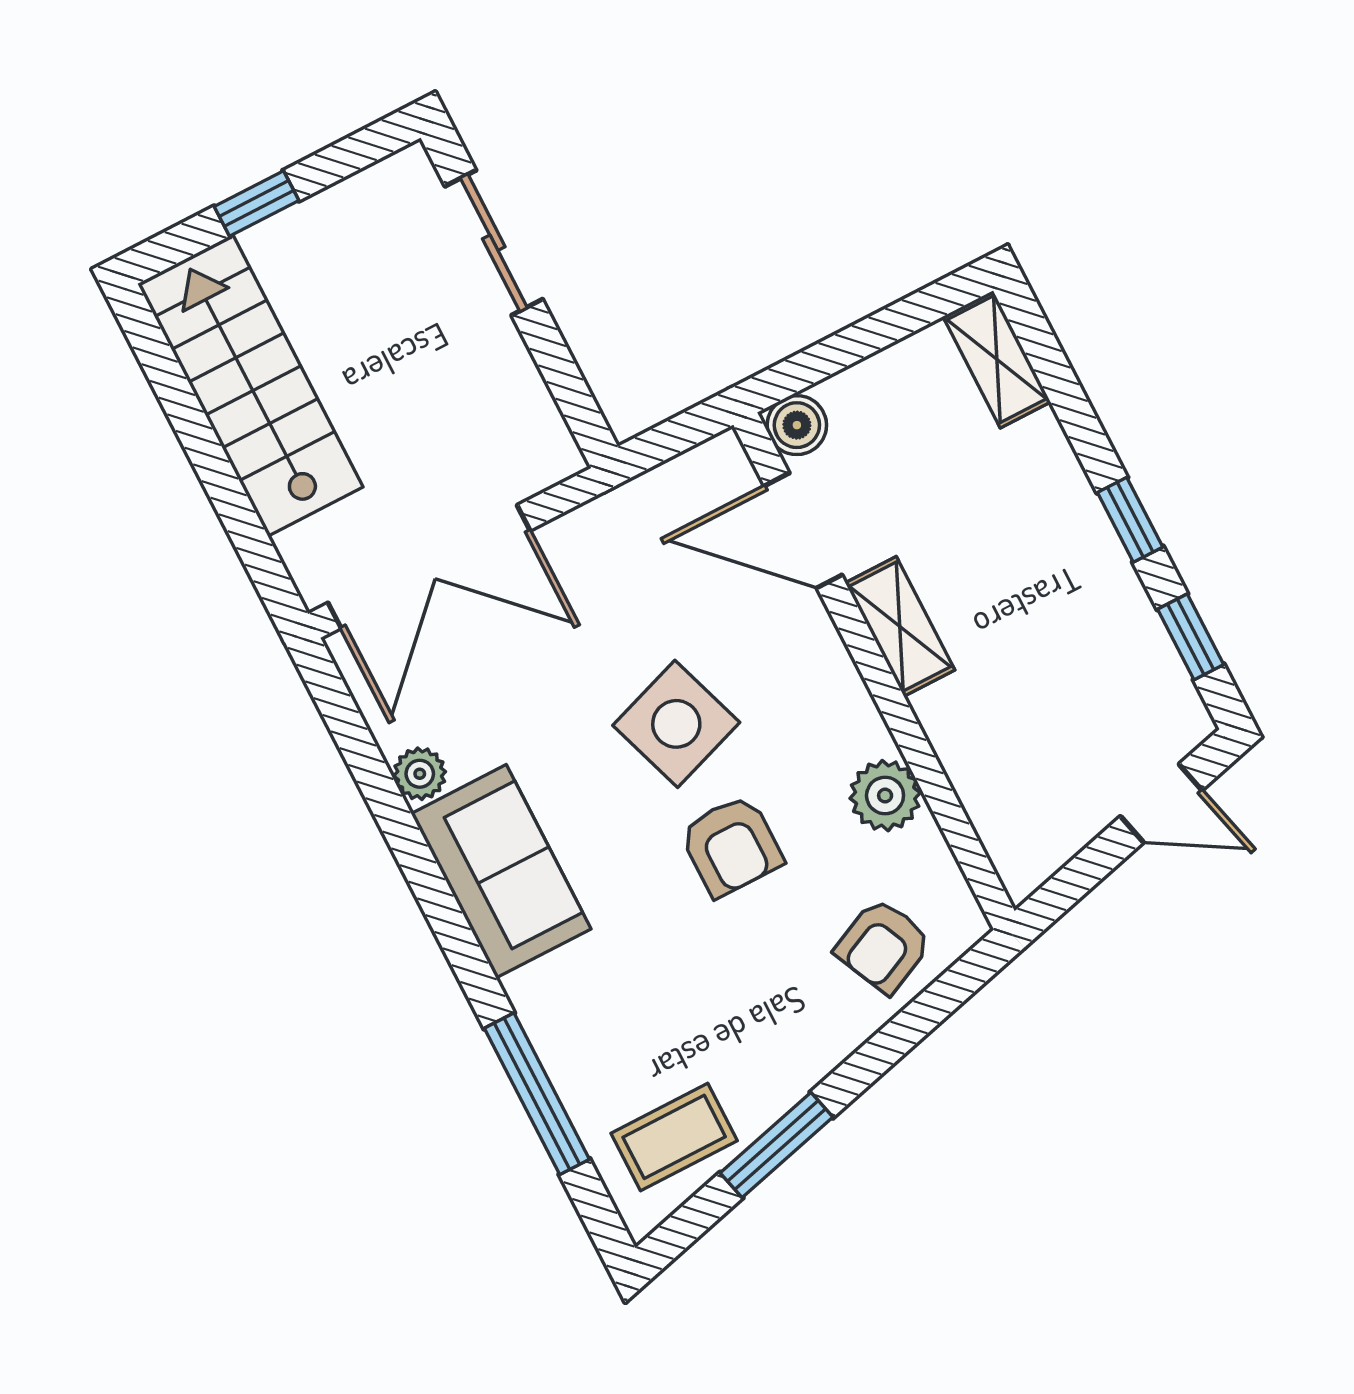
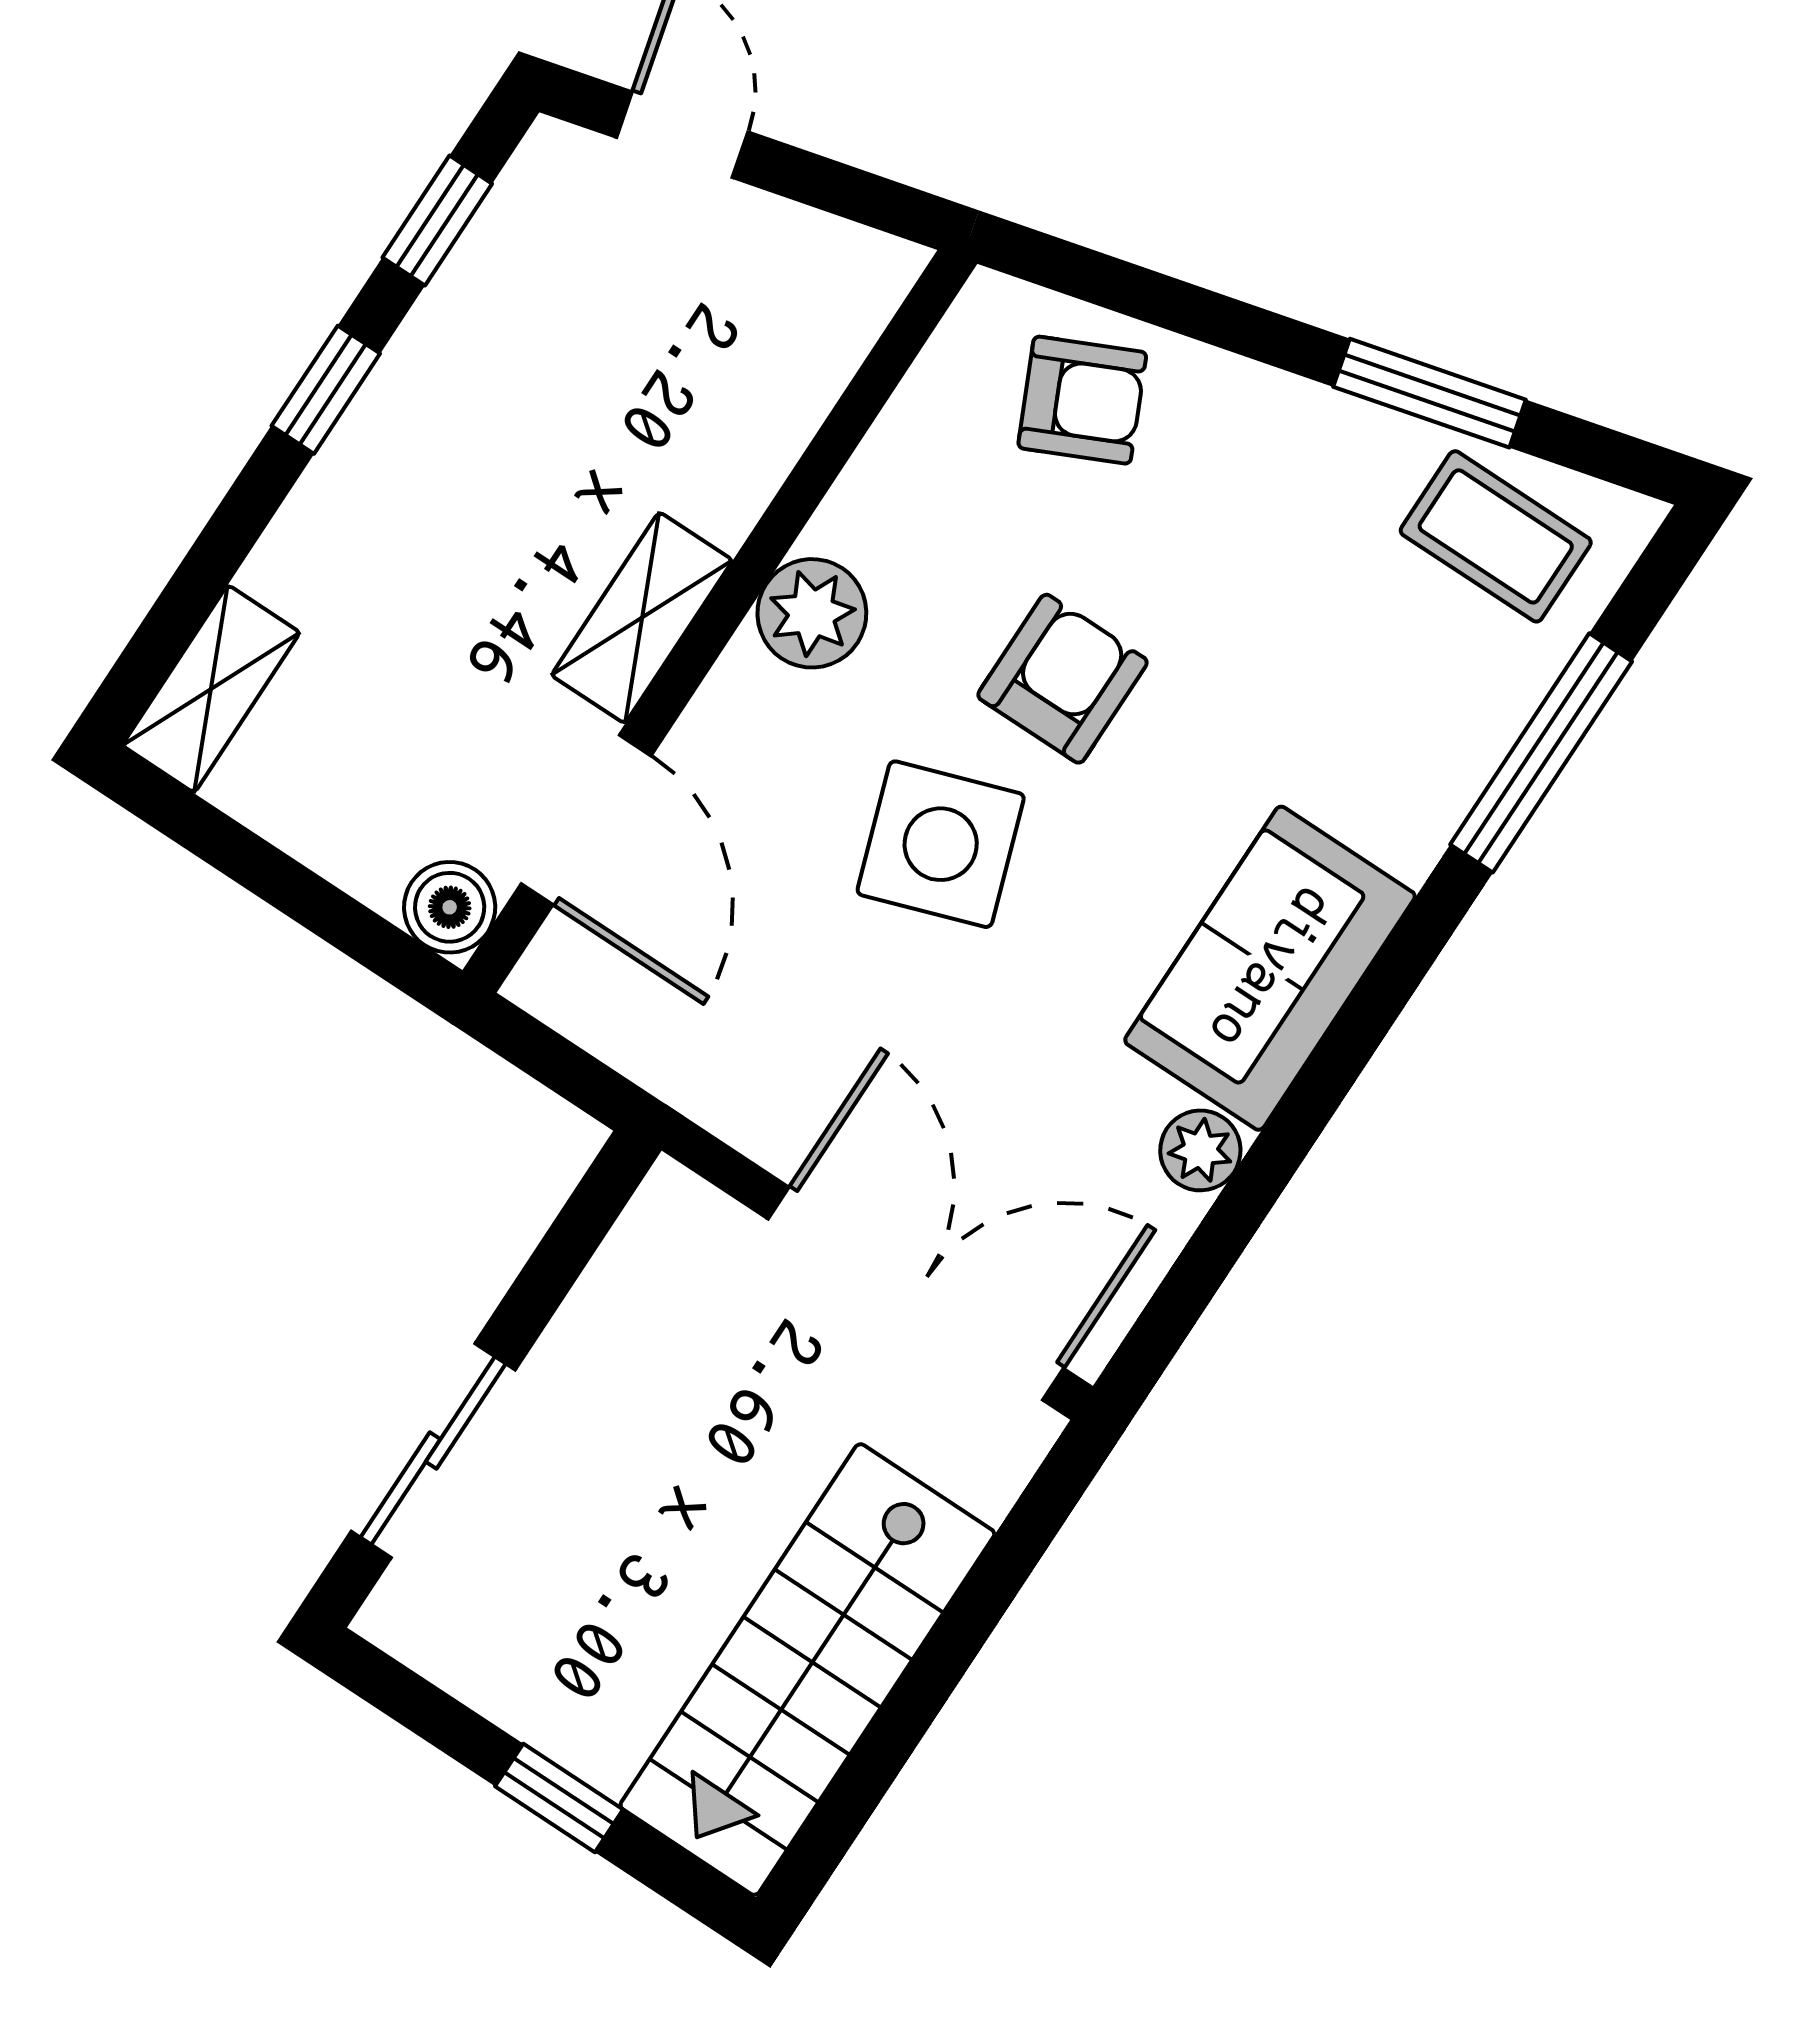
plant: (885, 796) -> (812, 613), moved

